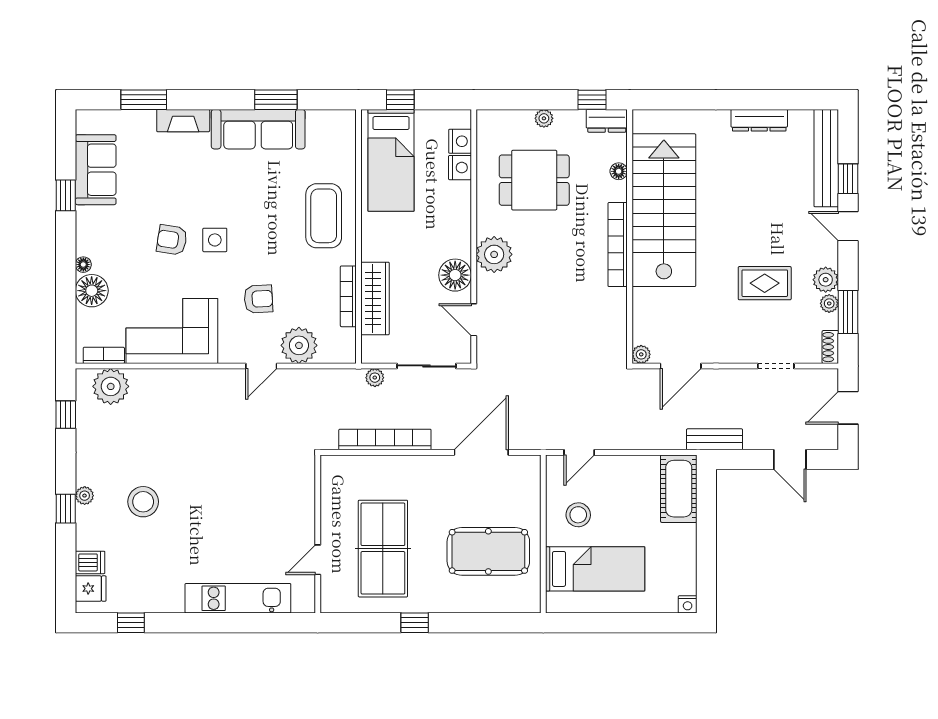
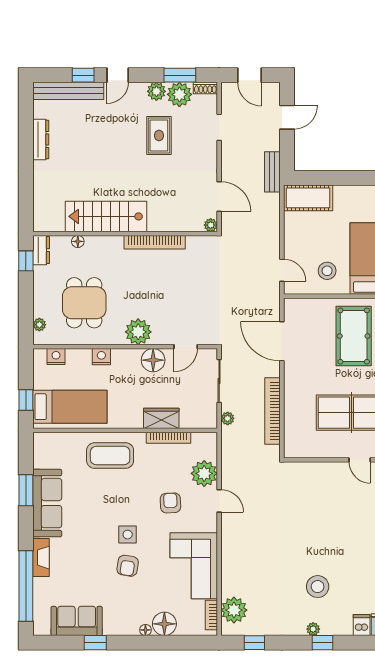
window: (144, 100) -> (26, 586), width x2.11
plant: (544, 118) -> (39, 325), moved
nightstand: (460, 168) -> (101, 357), moved
stairs: (664, 210) -> (106, 216), width x0.73, depth x0.66
bookcase: (618, 245) -> (155, 242), moved
wardrobe: (375, 298) -> (161, 418), width x0.67
plant: (829, 303) -> (179, 94), width x1.88, depth x1.88

